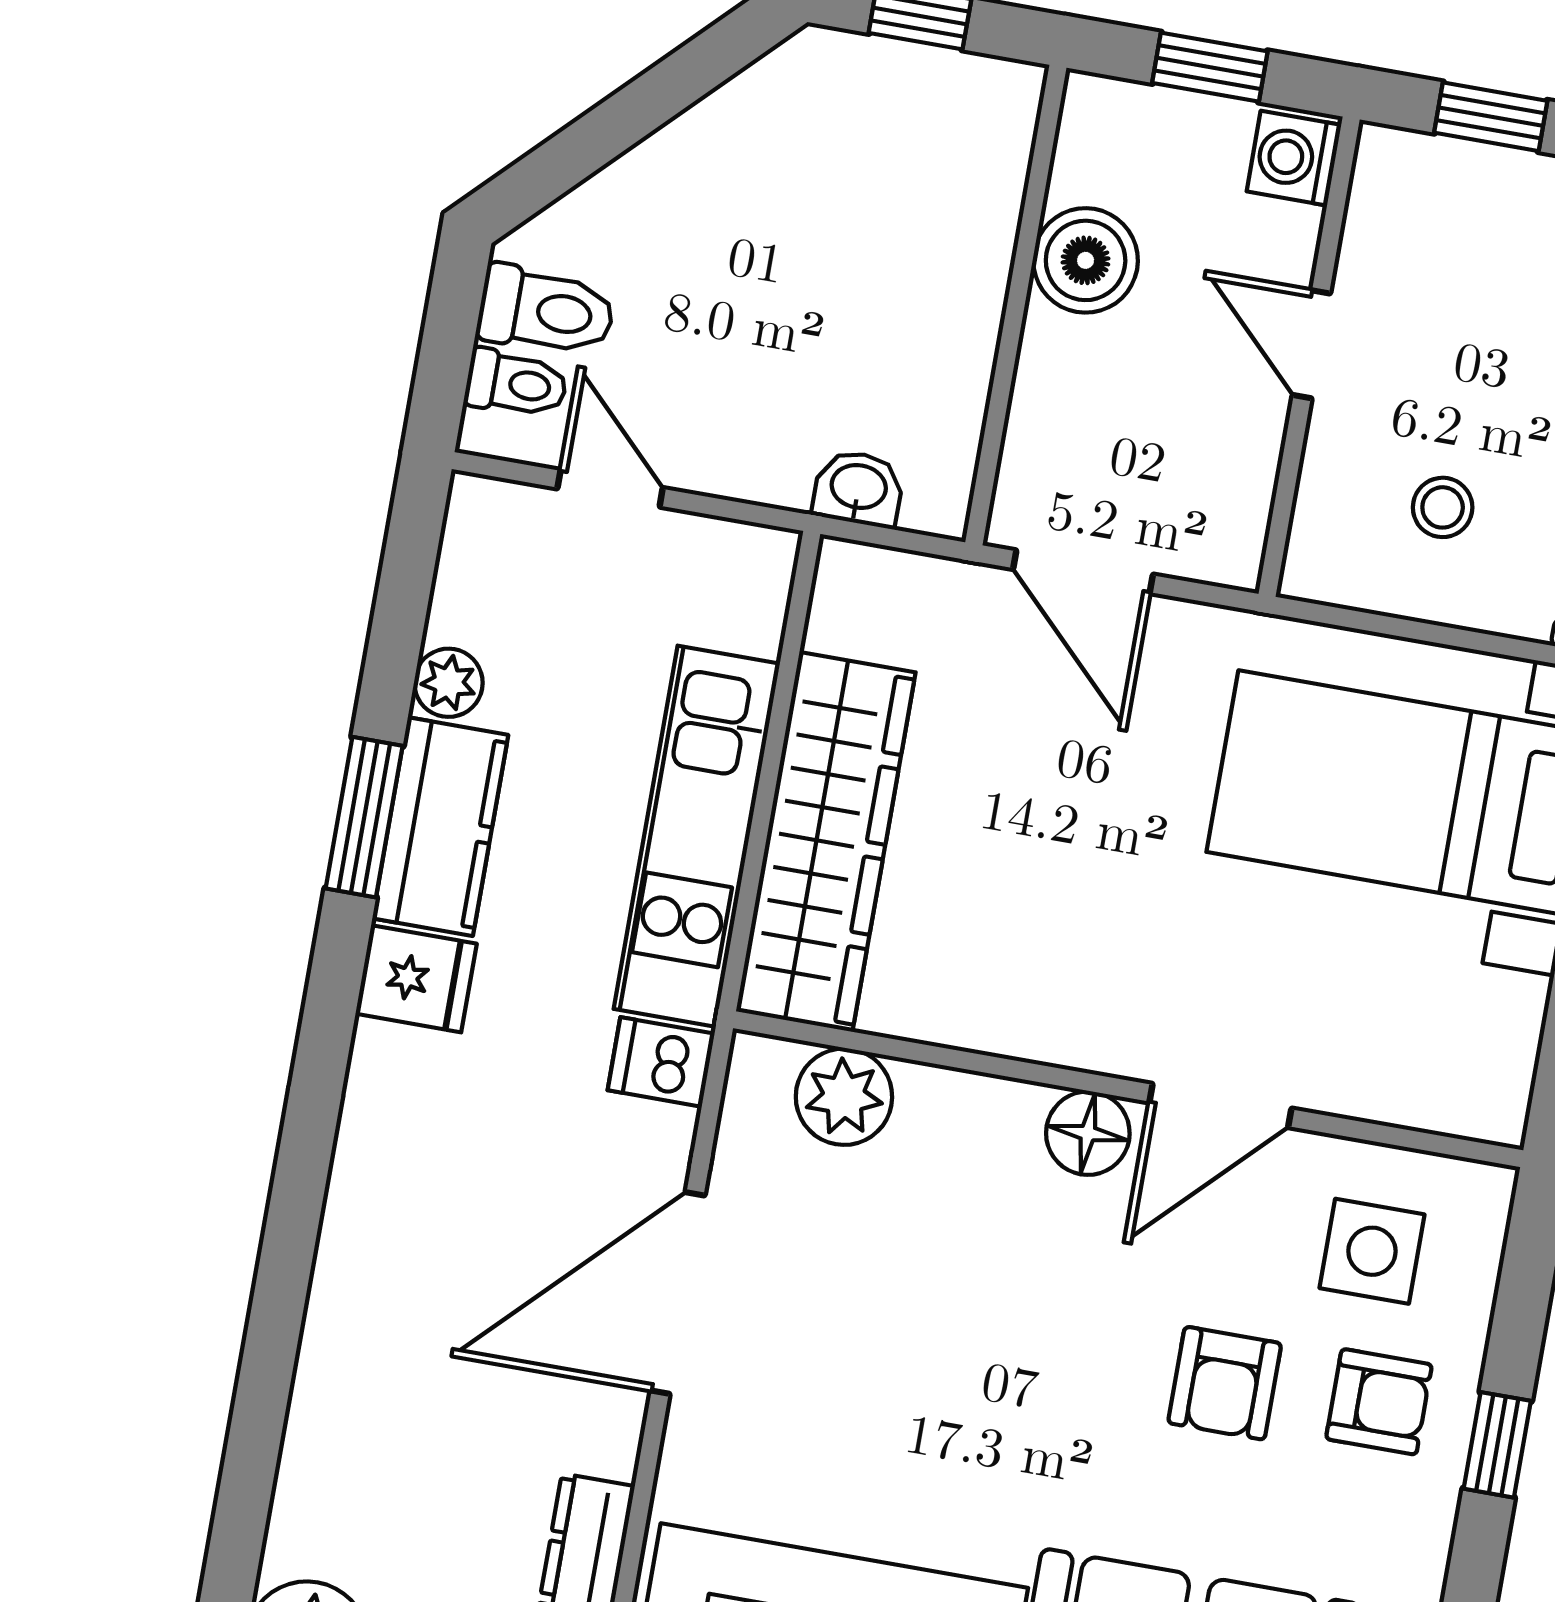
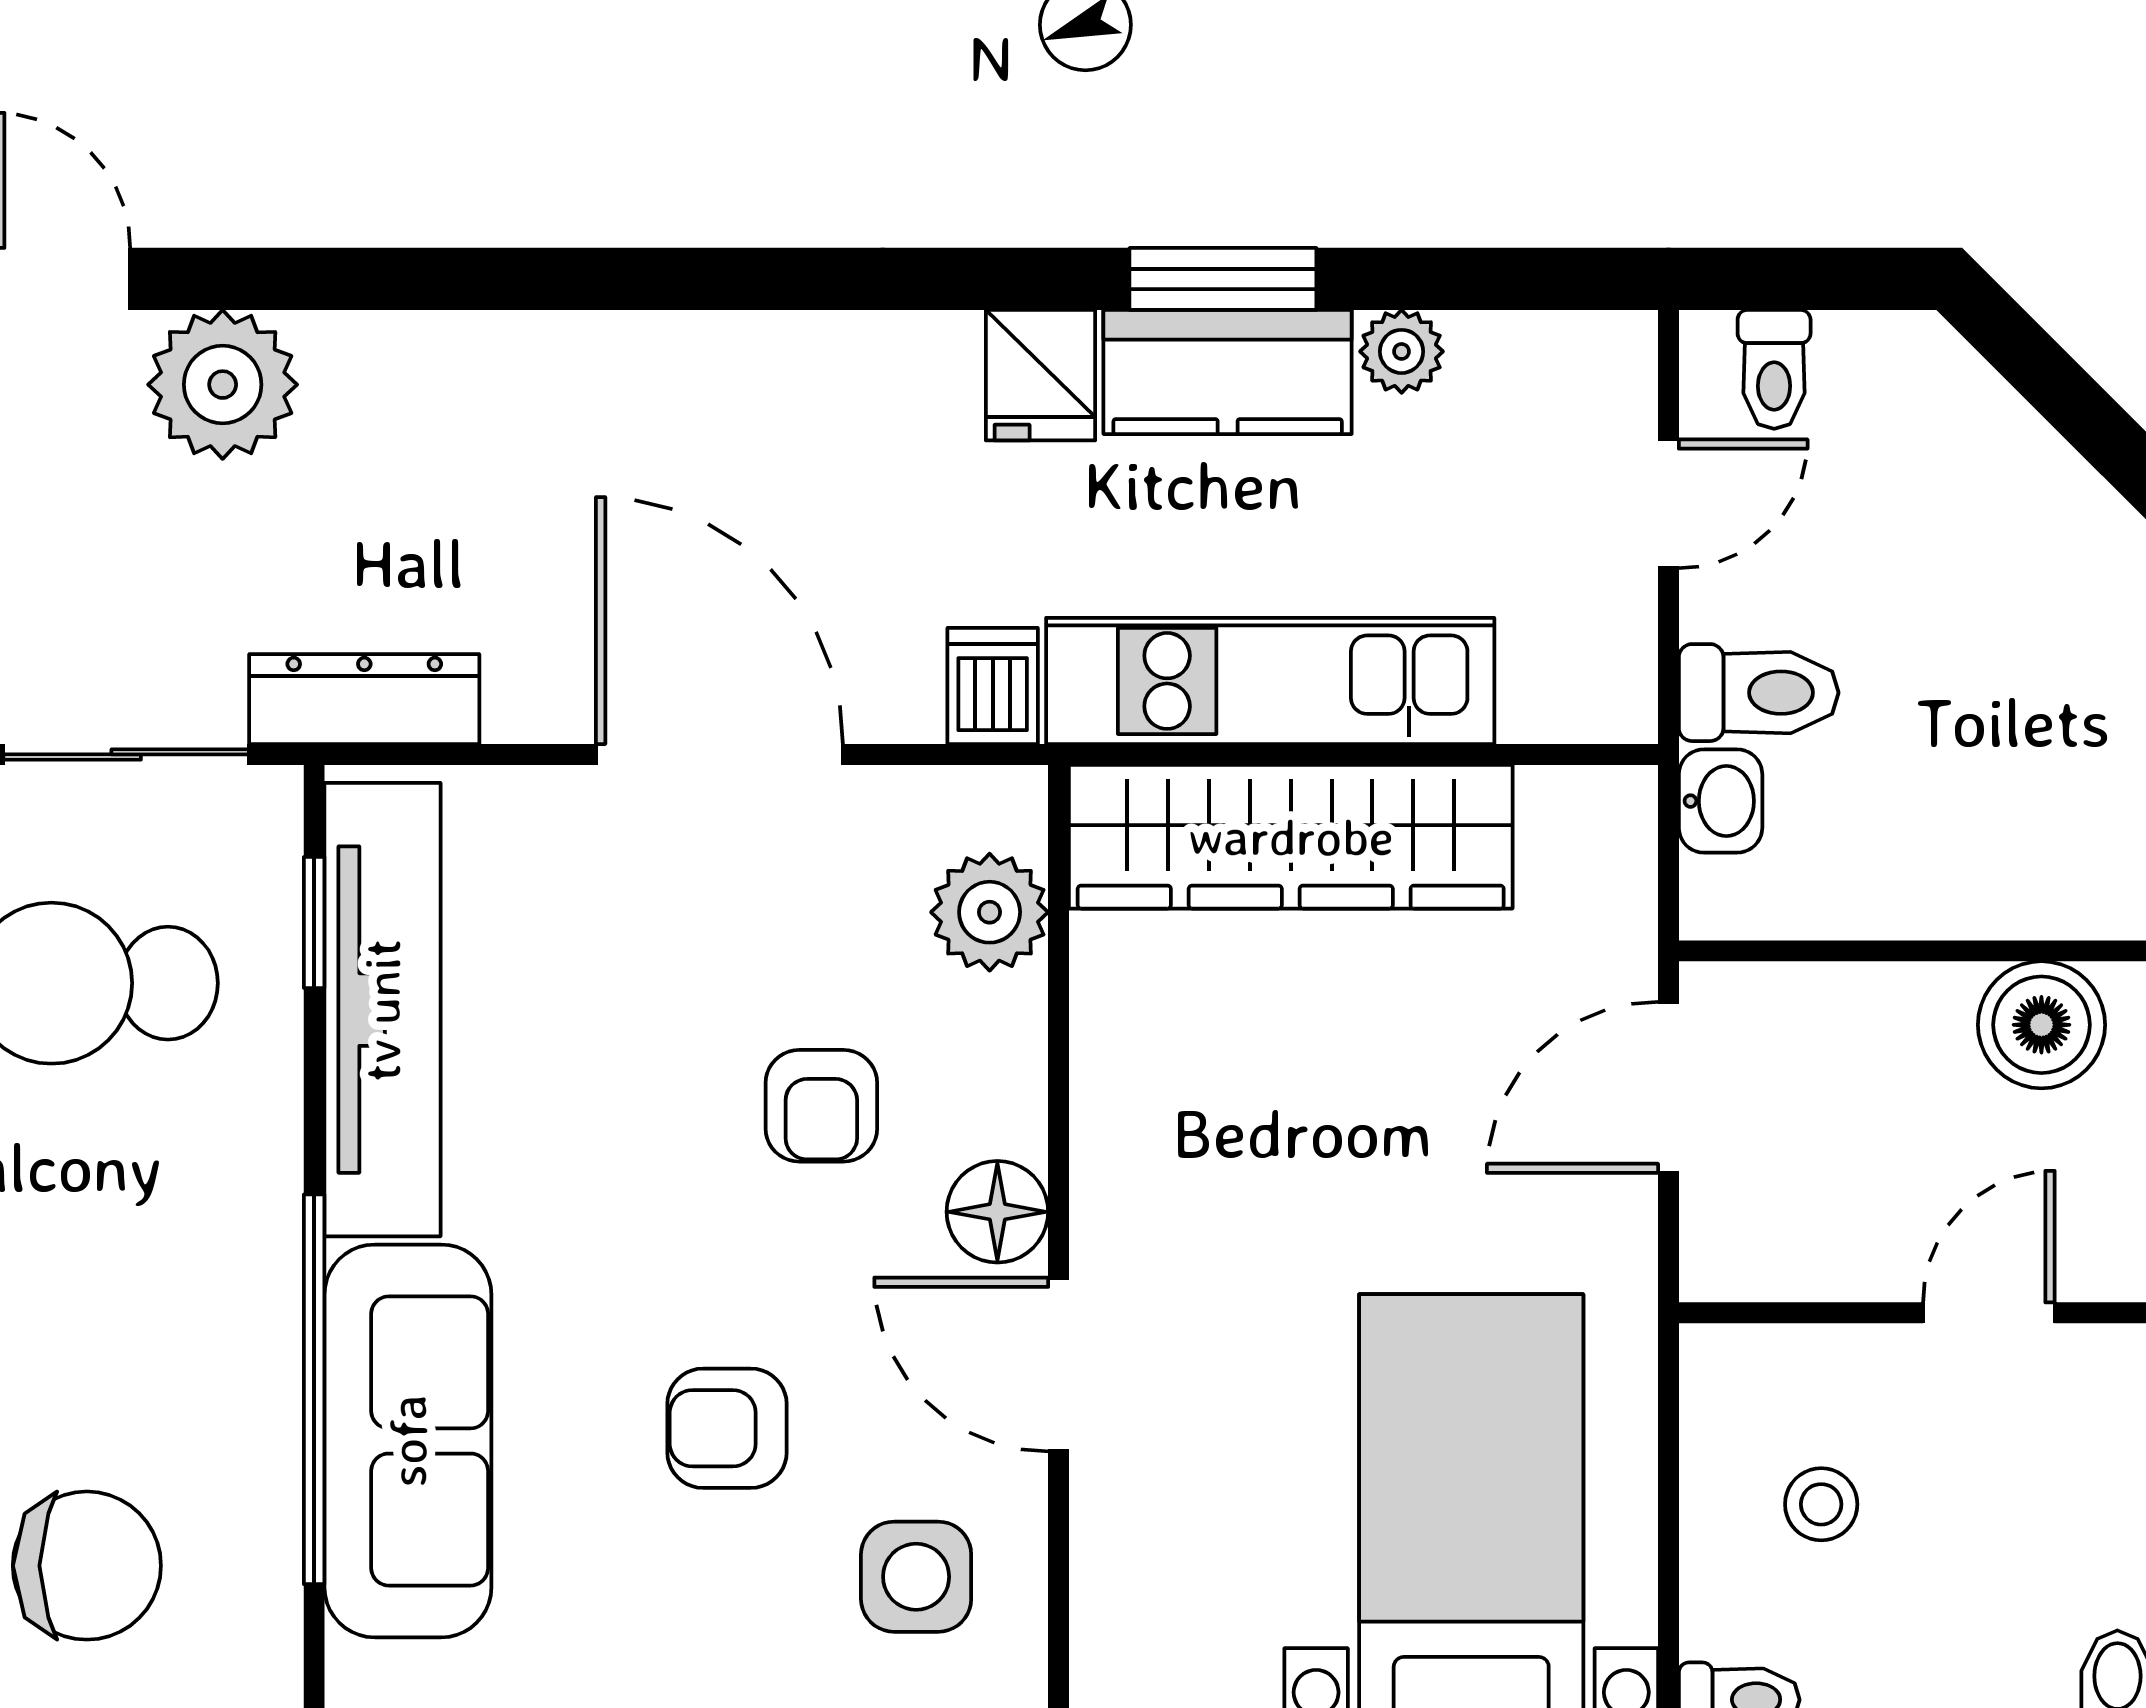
toilet: (546, 311) -> (1759, 693), moved, turned -90
armchair: (1379, 1402) -> (821, 1106), moved

